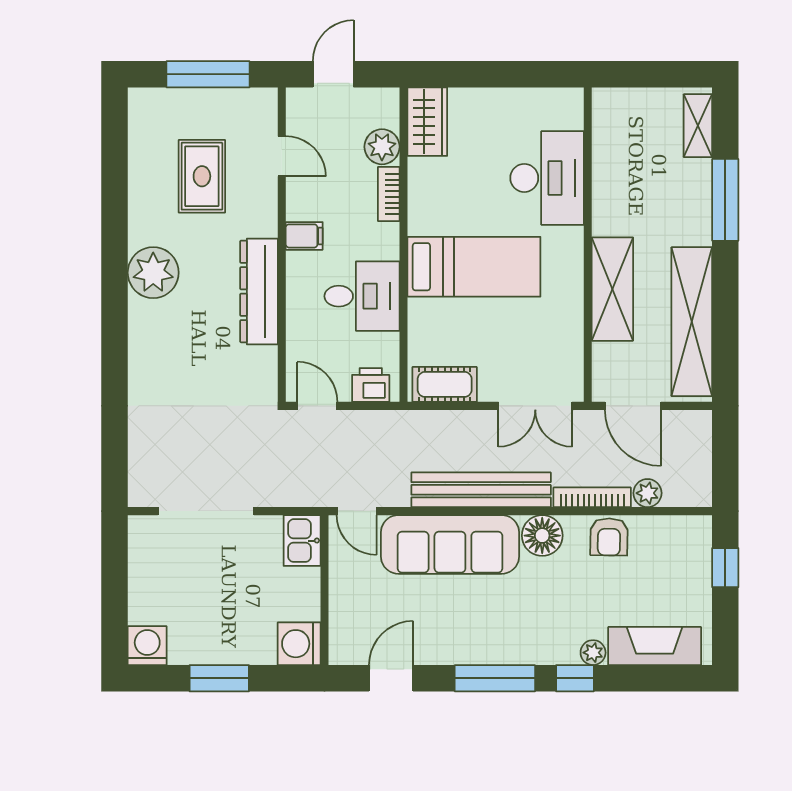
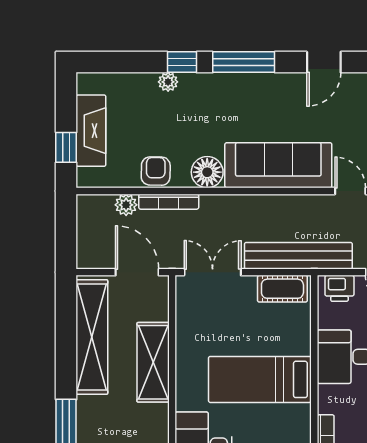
bench: (481, 490) -> (298, 256), moved
fireplace: (655, 646) -> (91, 131), moved, turned -90

